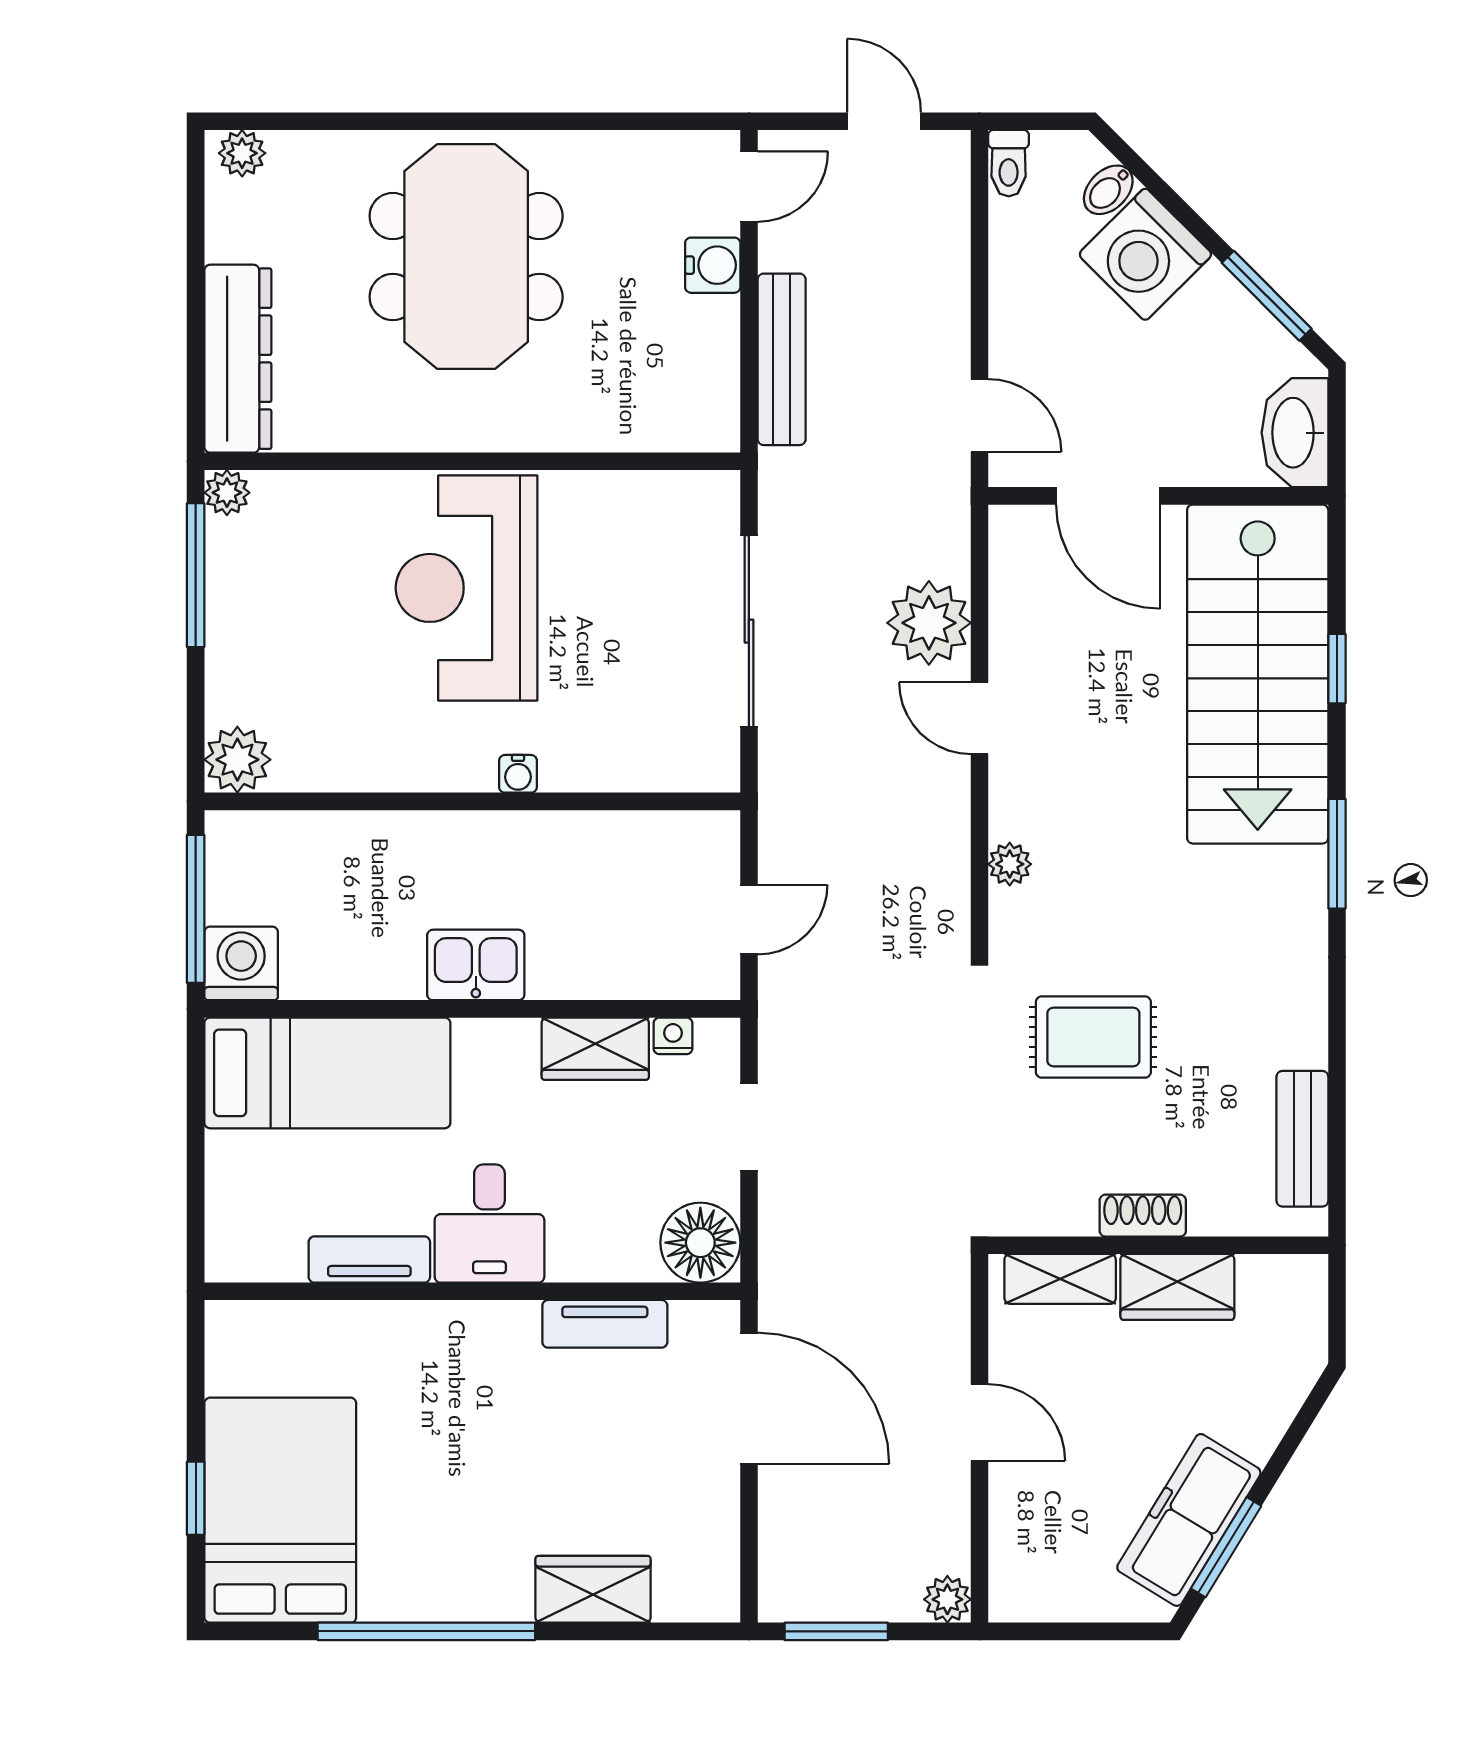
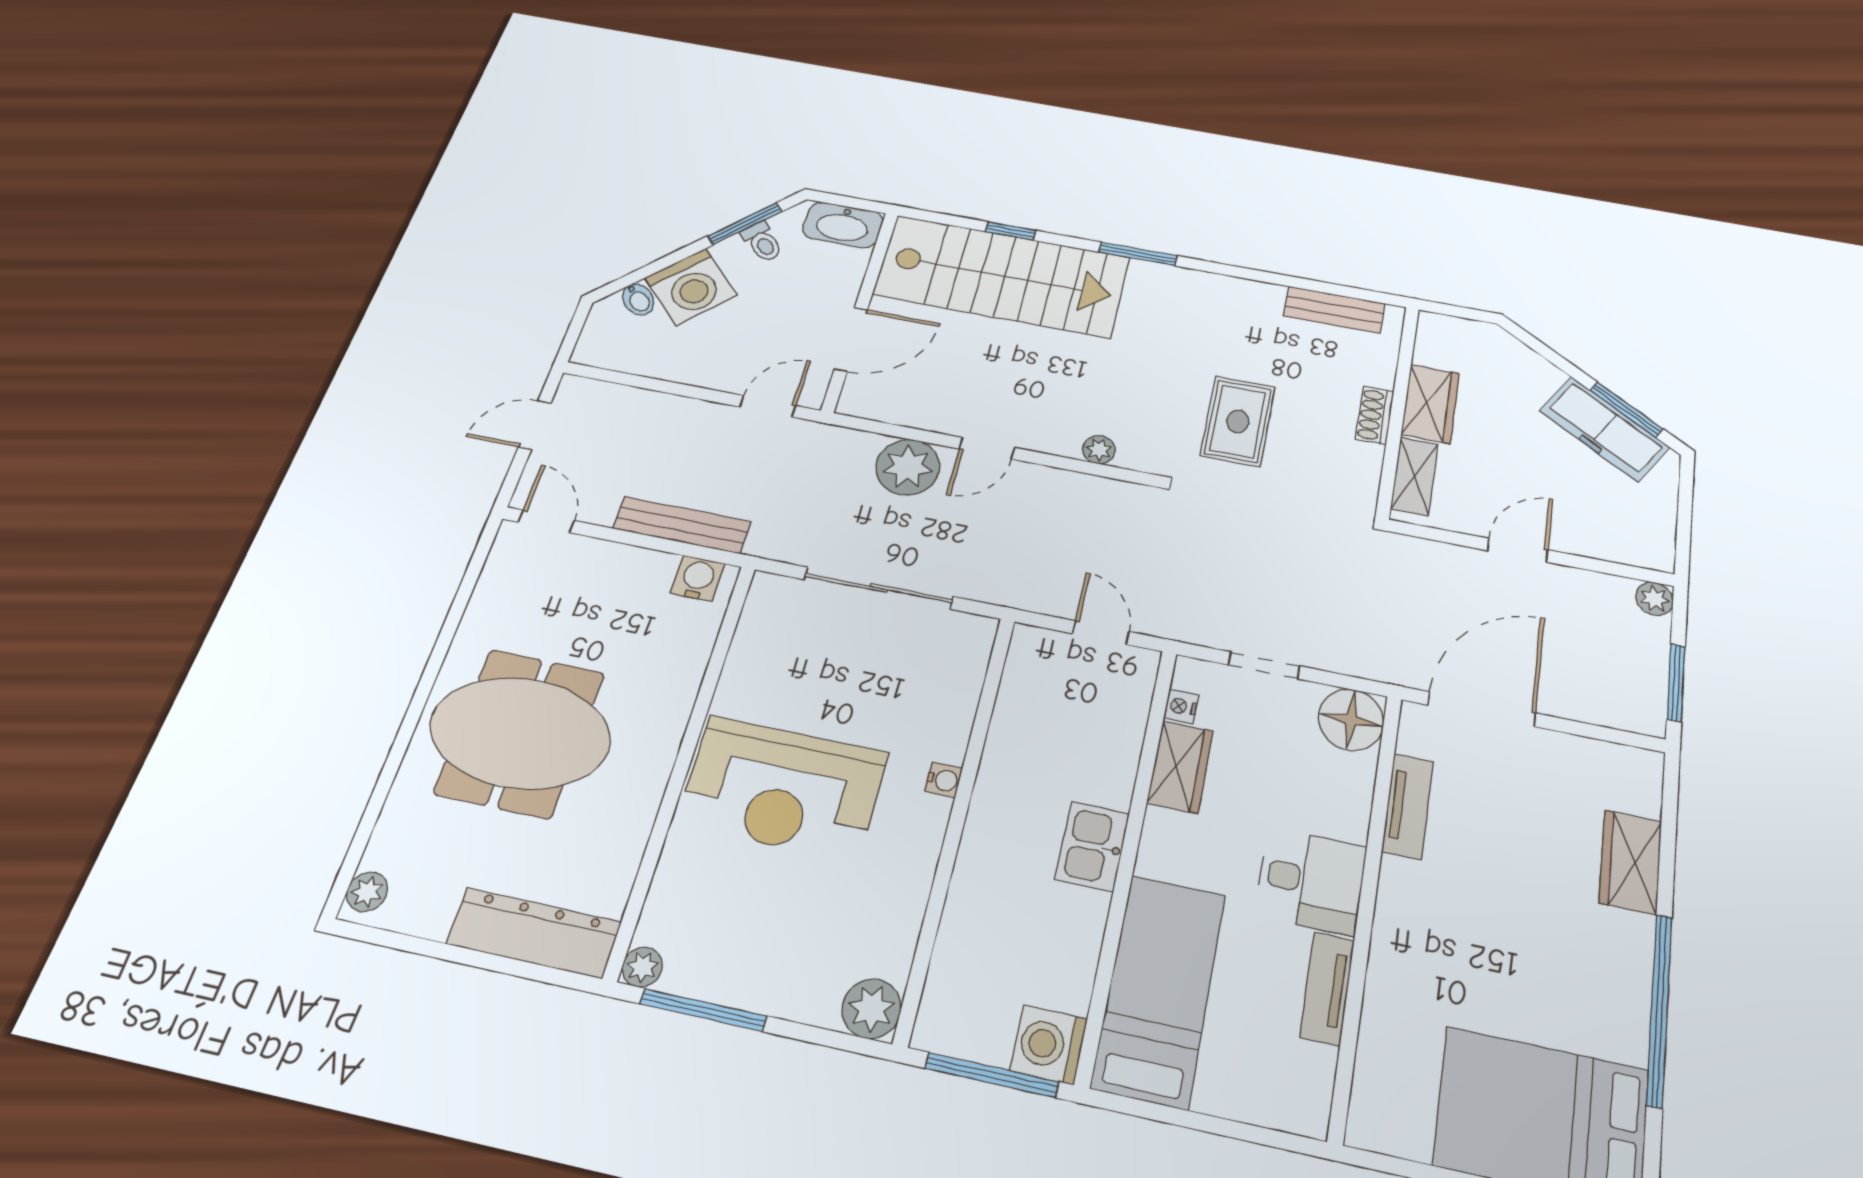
toilet: (1009, 163) -> (762, 242), moved, turned 45
water cooler: (713, 265) -> (698, 578), moved

